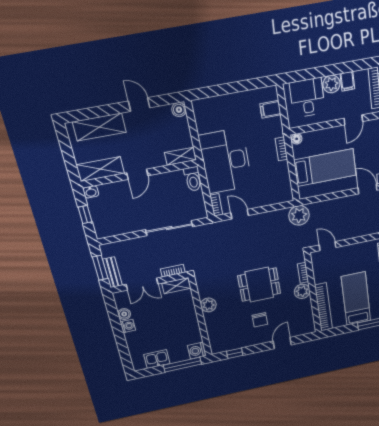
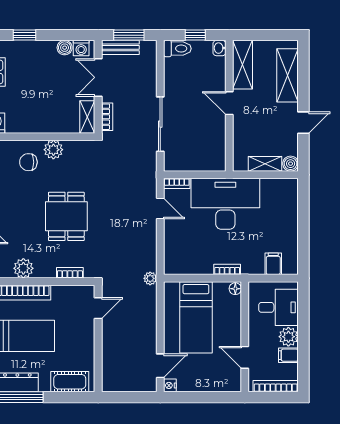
shelving: (180, 156) -> (265, 164), moved, turned 90
toilet: (193, 179) -> (177, 49), moved, turned 180
door: (240, 214) -> (160, 208), hinge flipped
plant: (299, 215) -> (150, 278), width x0.53, depth x0.53
plant: (302, 291) -> (23, 268), moved
chair: (260, 320) -> (28, 162), moved
washing machine: (128, 326) -> (81, 48), moved
window: (122, 345) -> (25, 35), added

